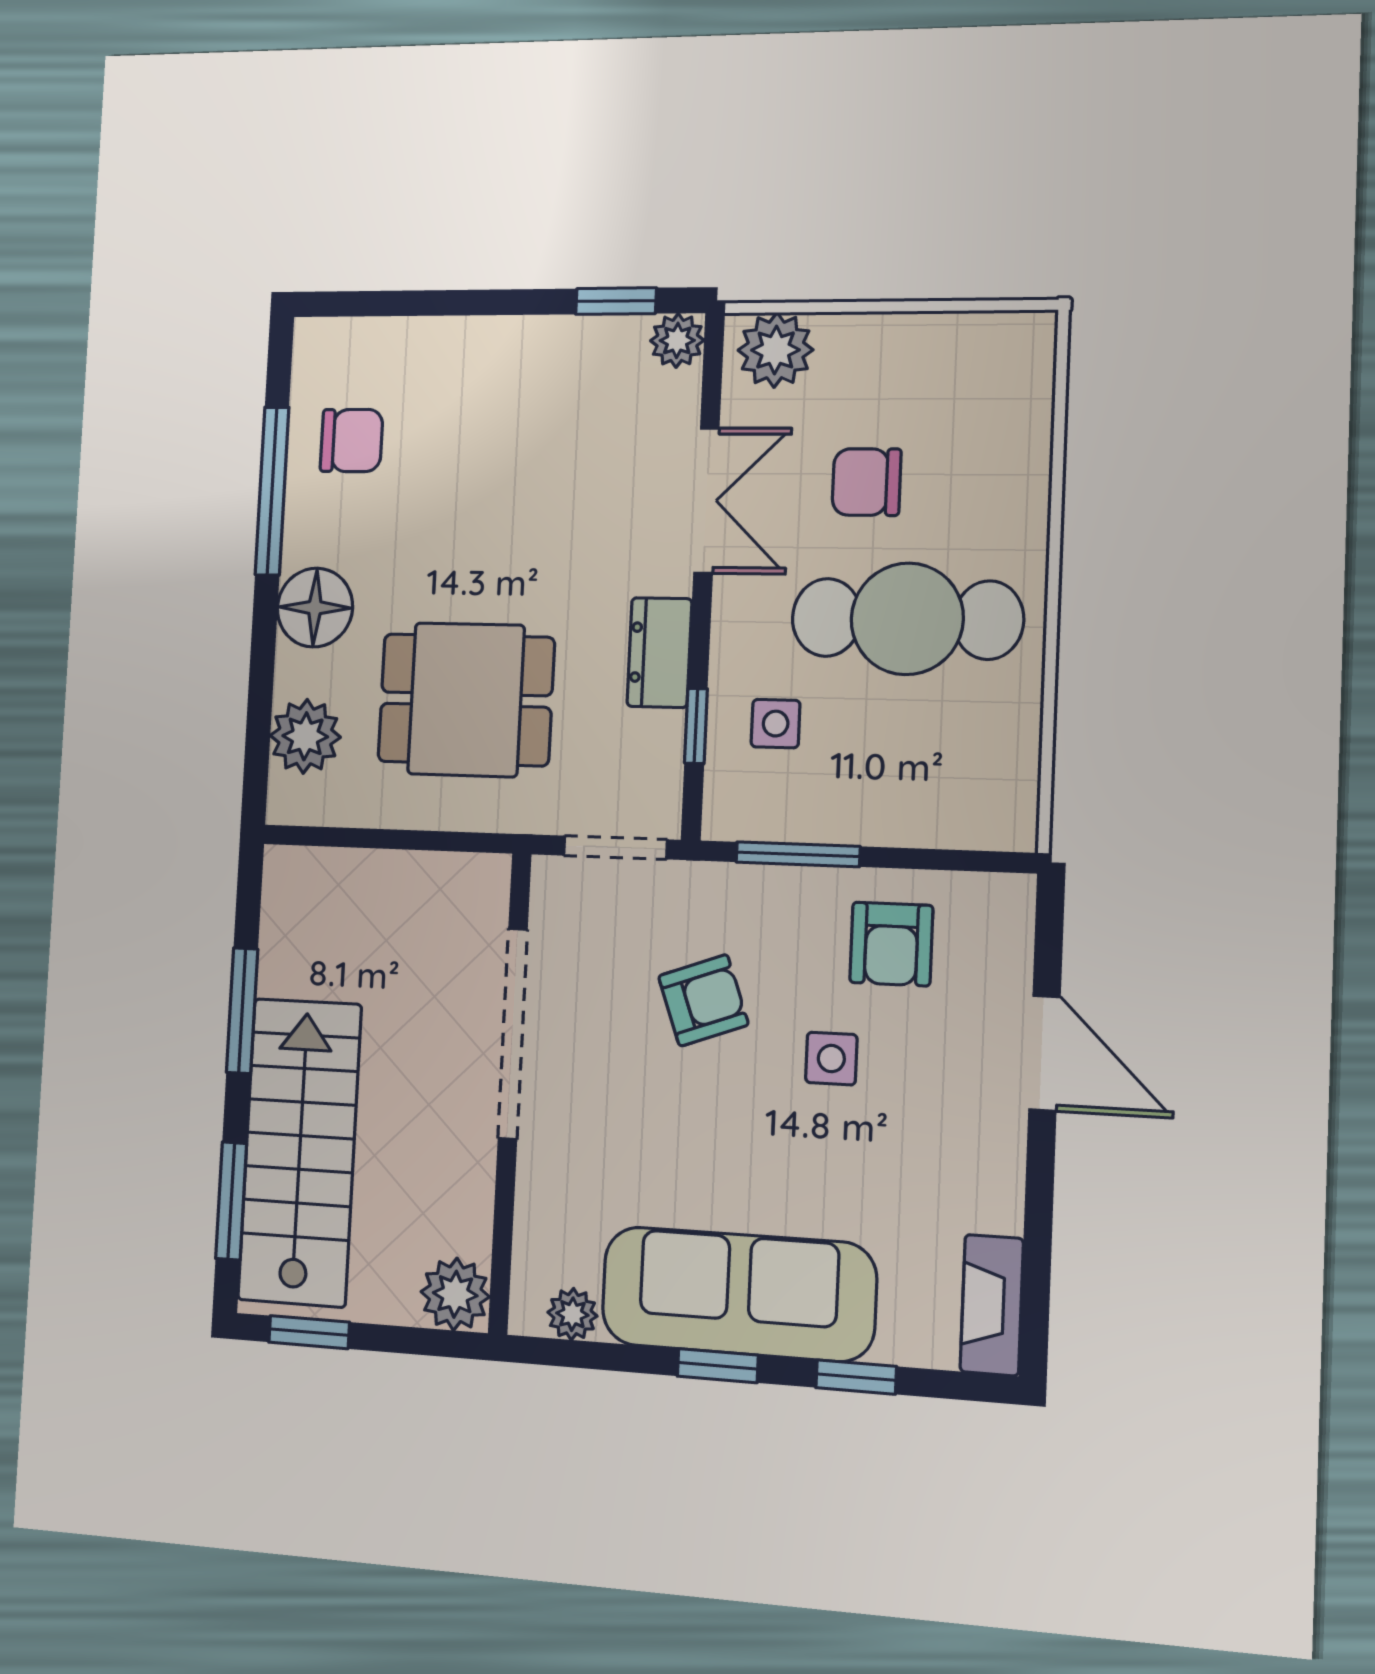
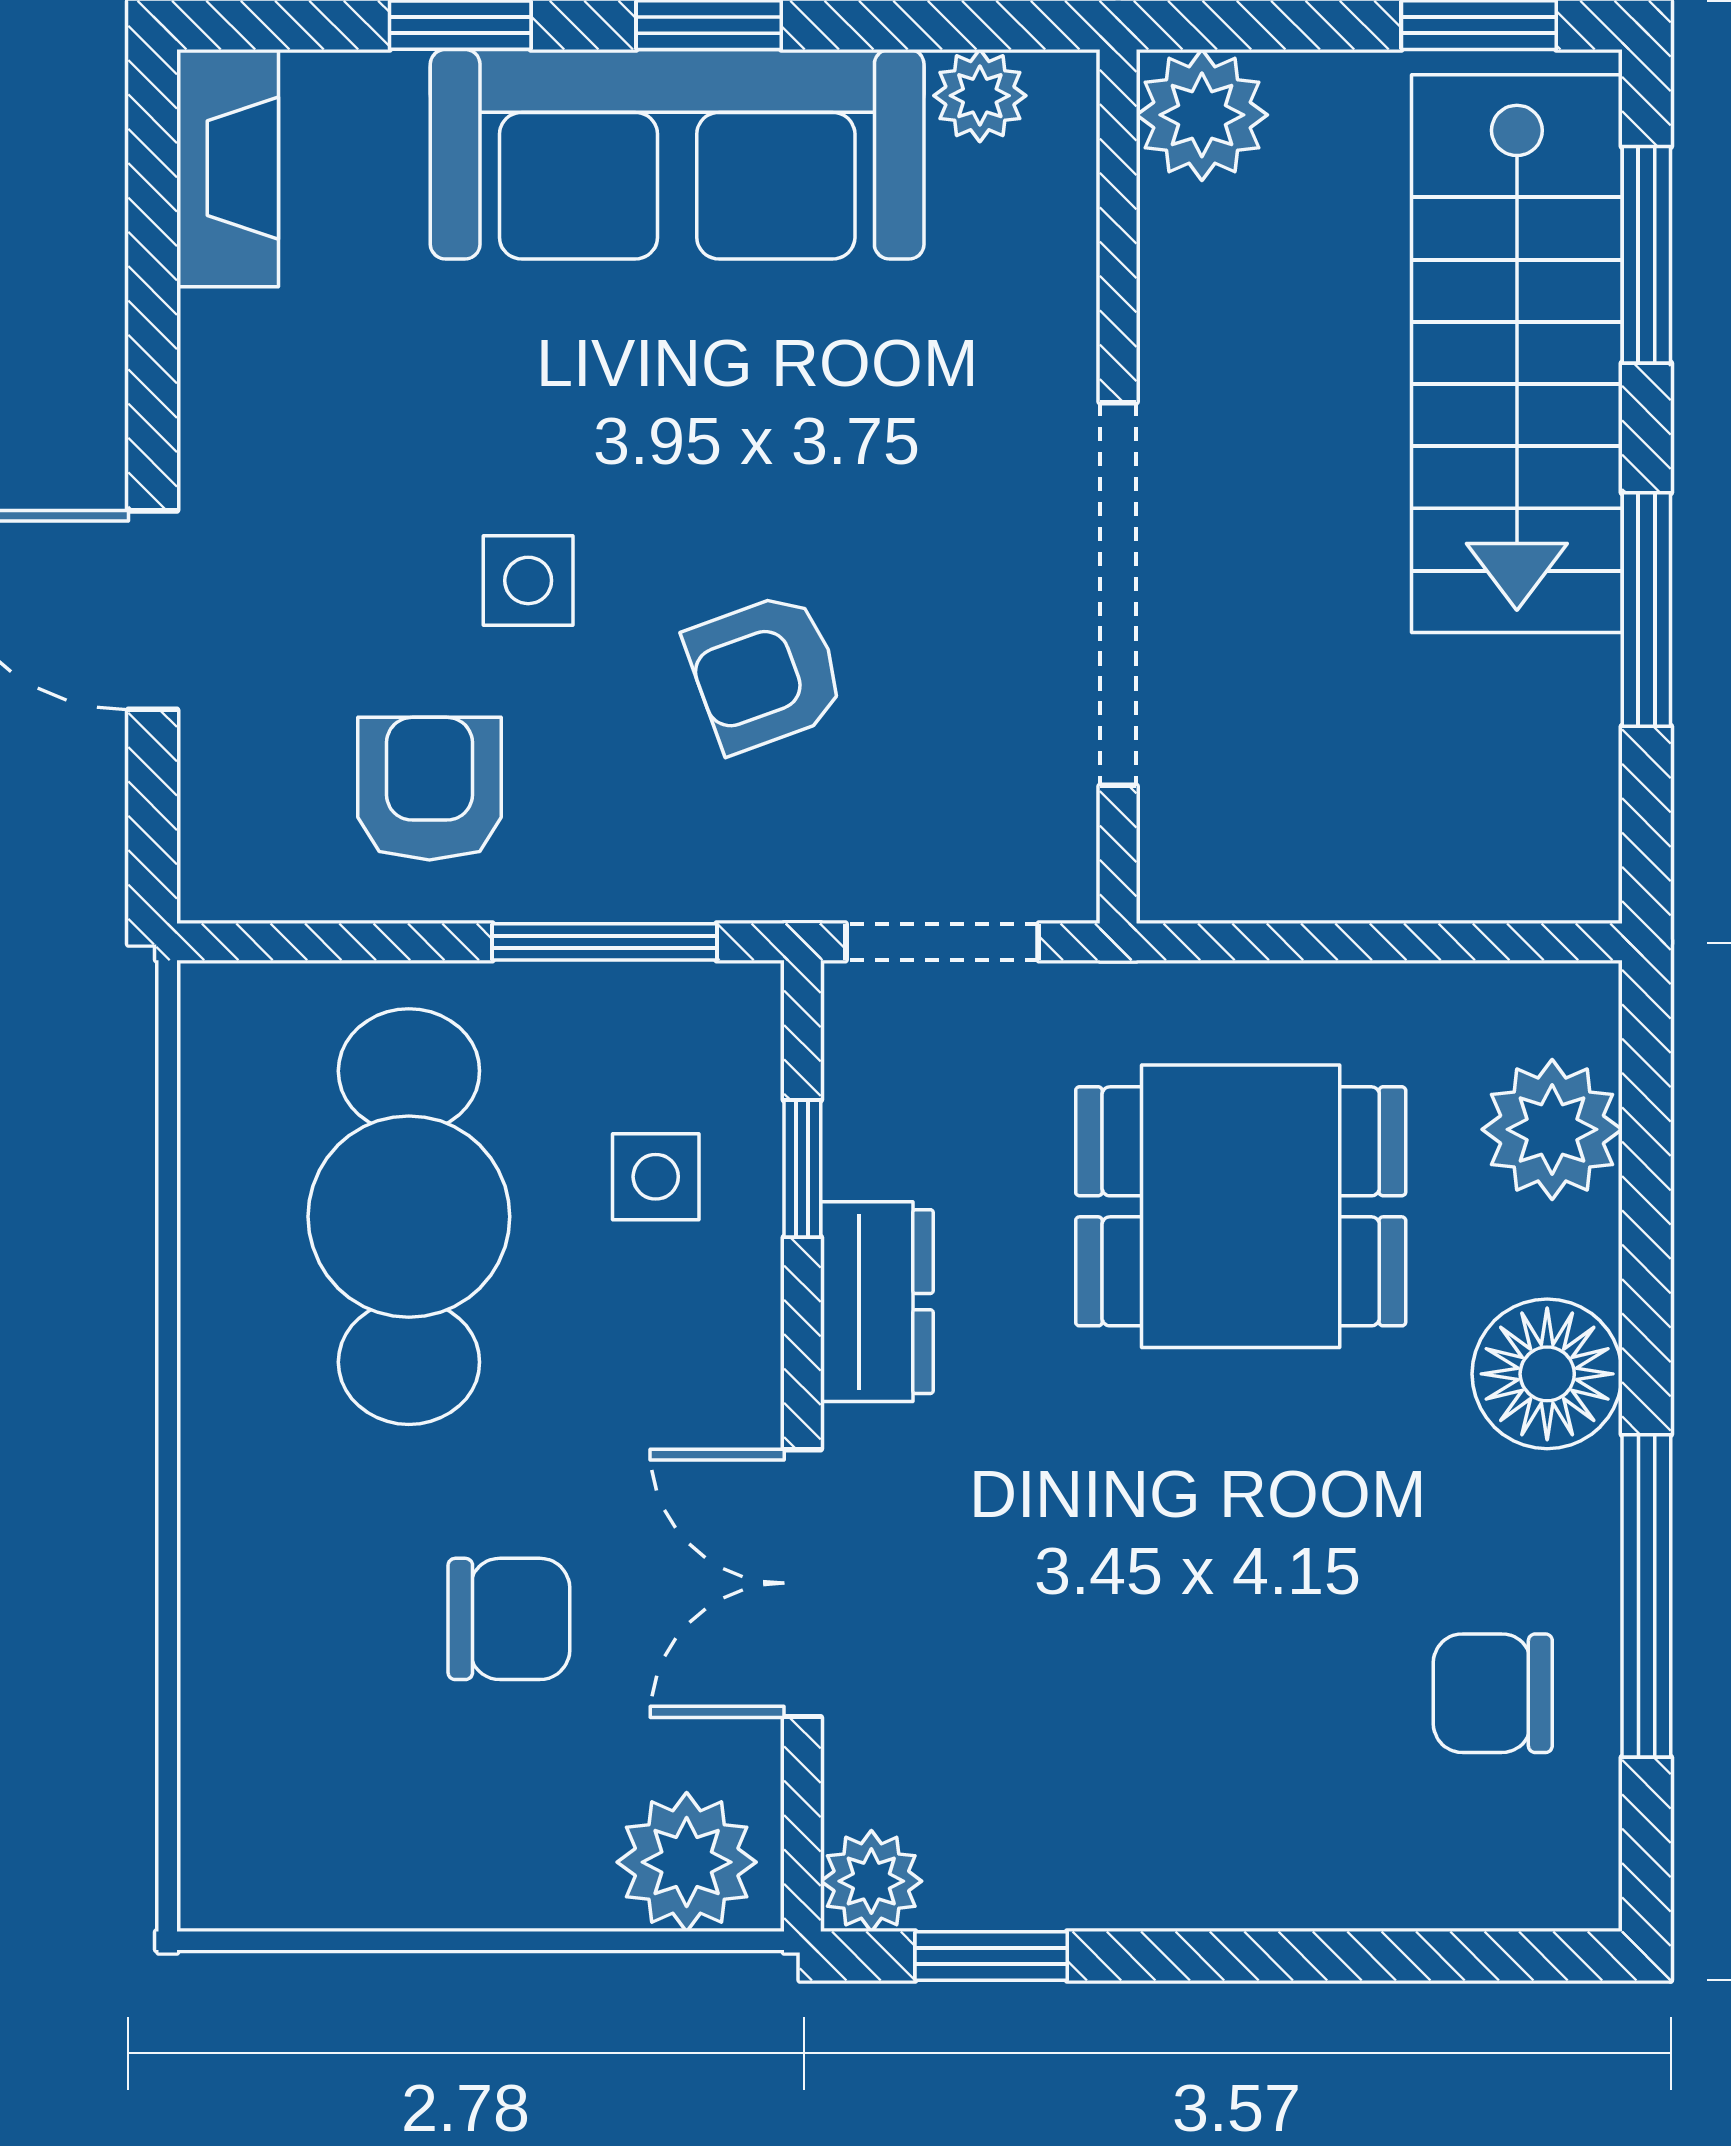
cafe table: (907, 619) -> (409, 1217), moved, turned 90

